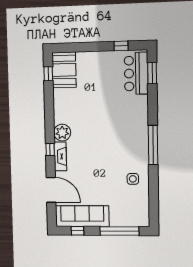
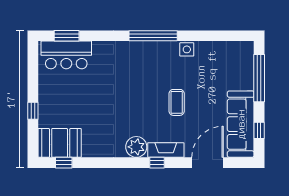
window: (121, 46) -> (33, 111), moved
coffee table: (99, 165) -> (177, 102), added
side table: (133, 179) -> (187, 49), moved

